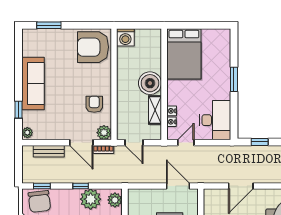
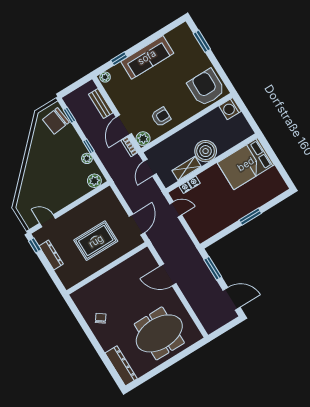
desk: (215, 120) -> (208, 222), removed
window: (260, 142) -> (213, 268), width x1.50
plant: (91, 199) -> (87, 158), width x0.53, depth x0.53

